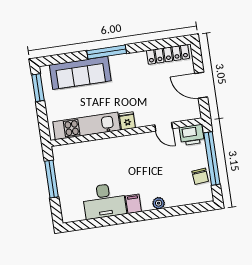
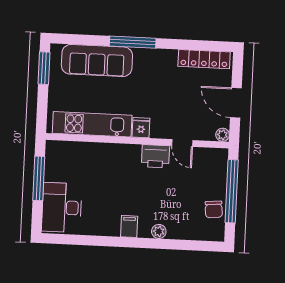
plant: (195, 114) -> (223, 135), added
printer: (192, 135) -> (155, 156), moved
desk: (104, 201) -> (62, 207), moved, turned 90

